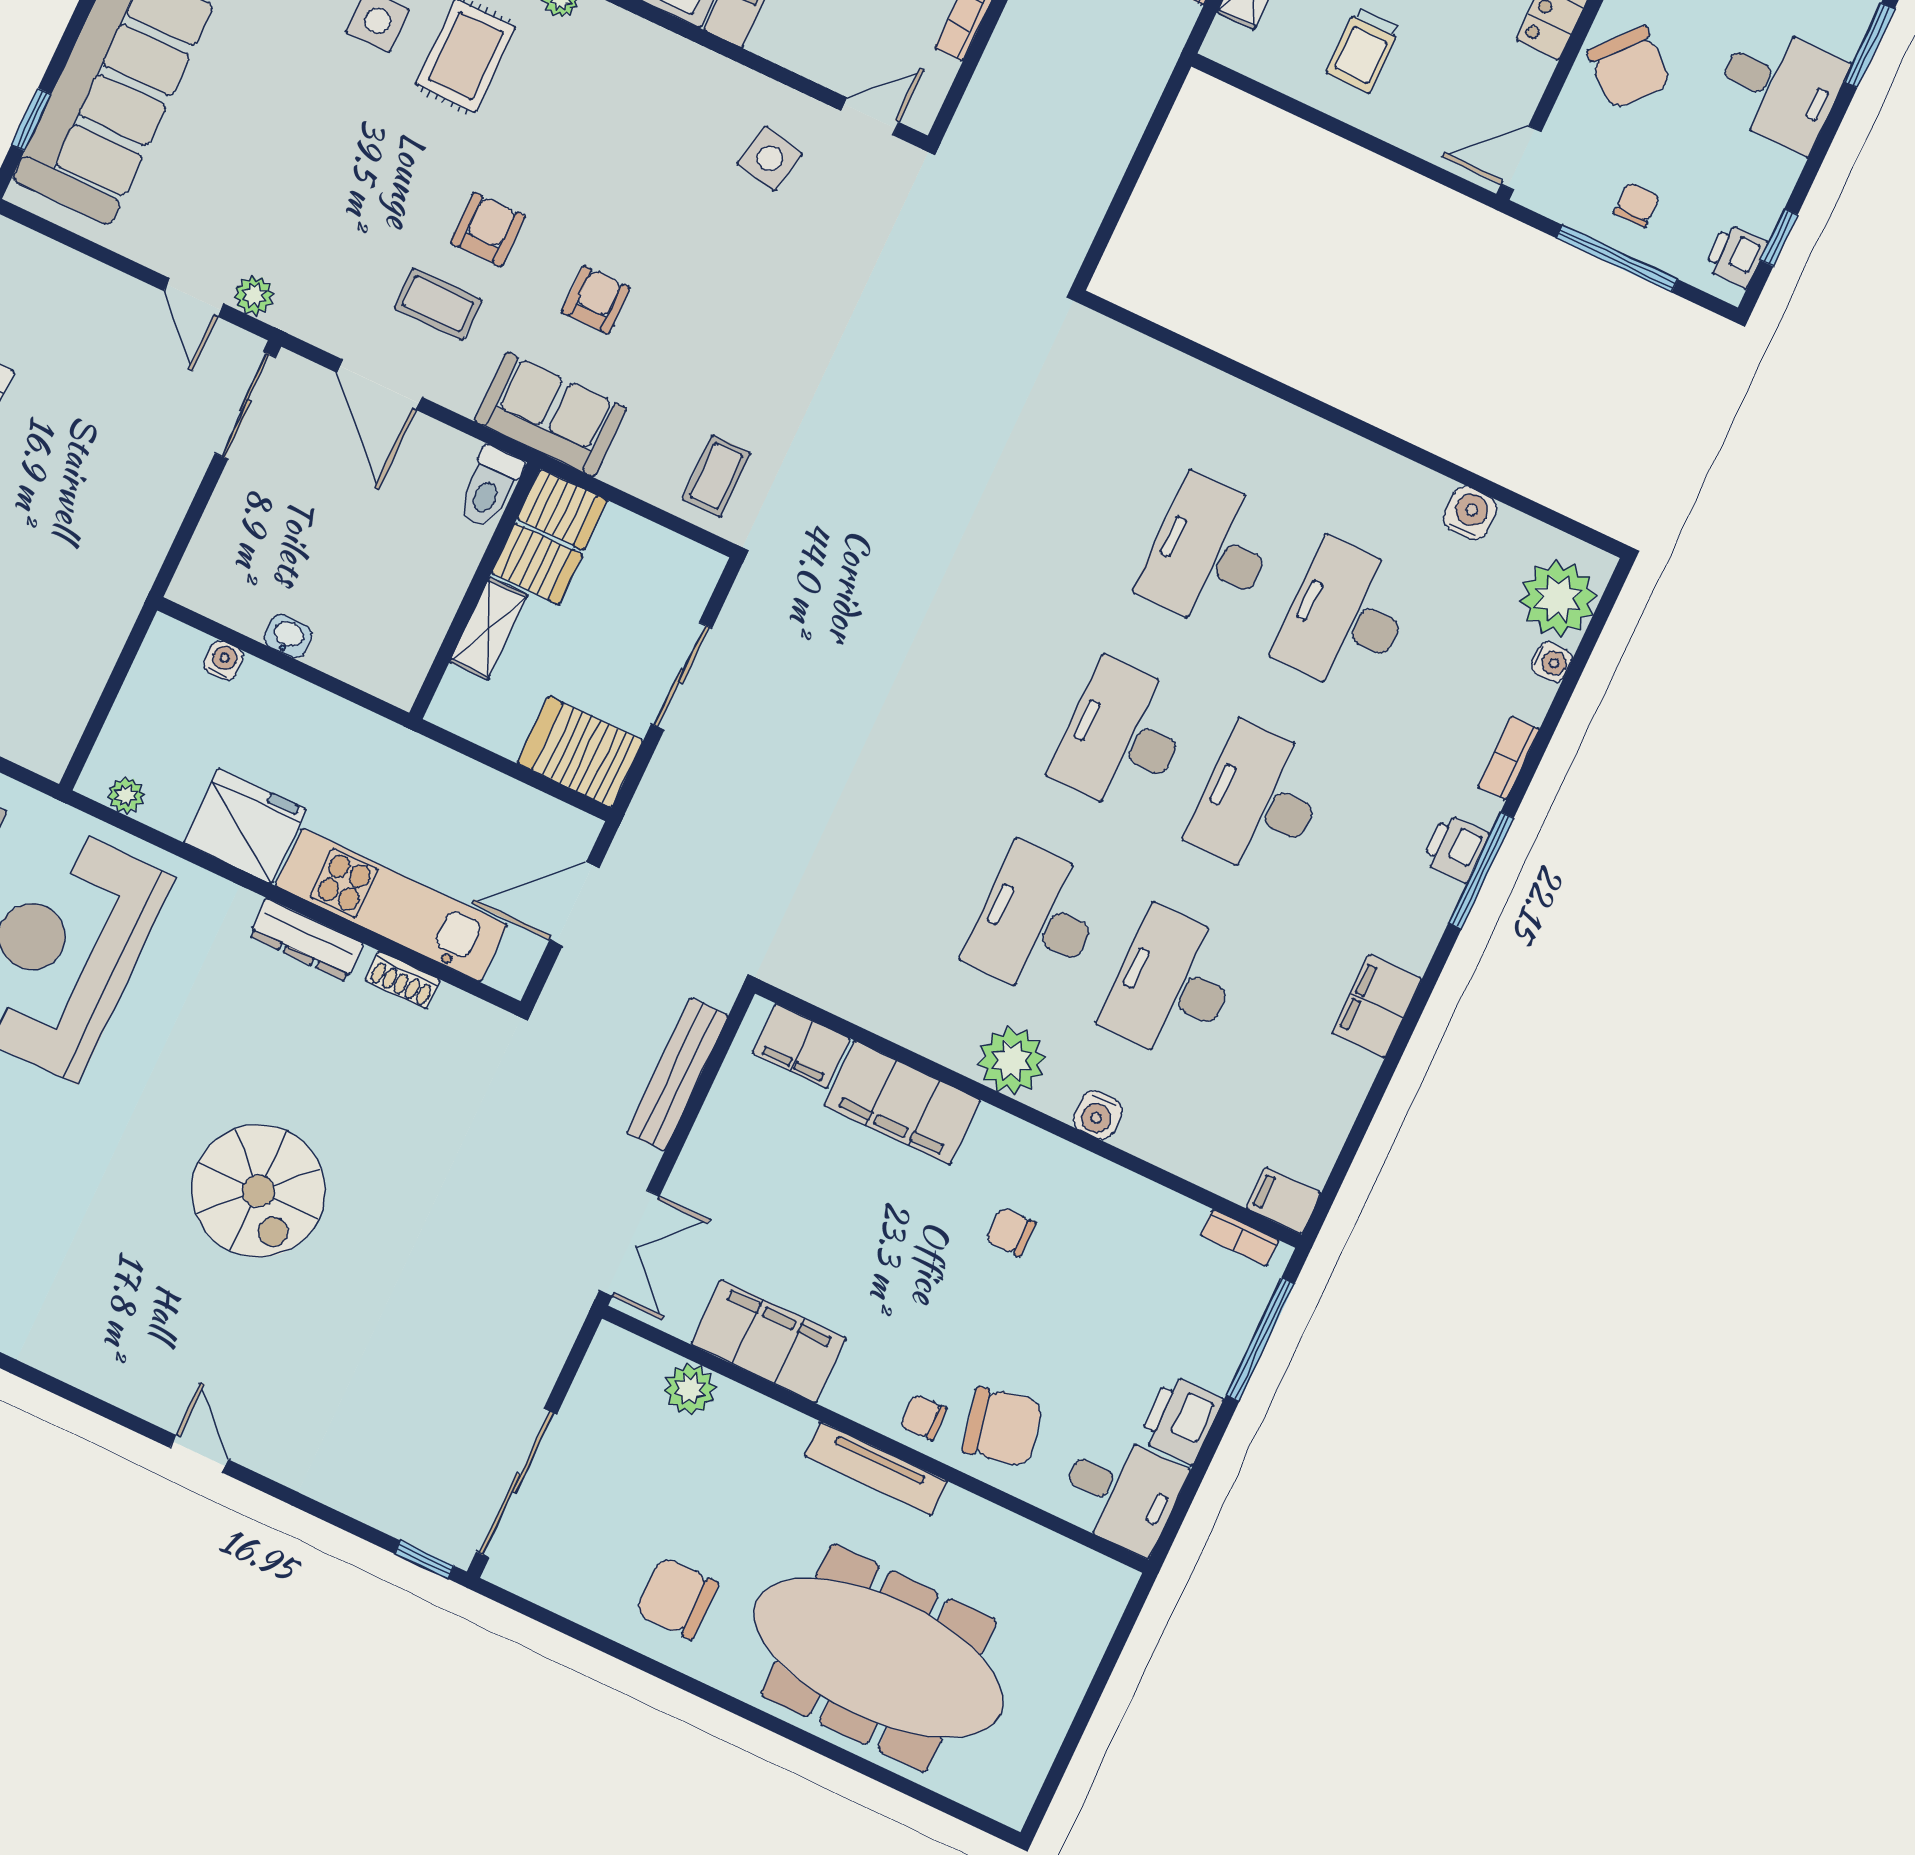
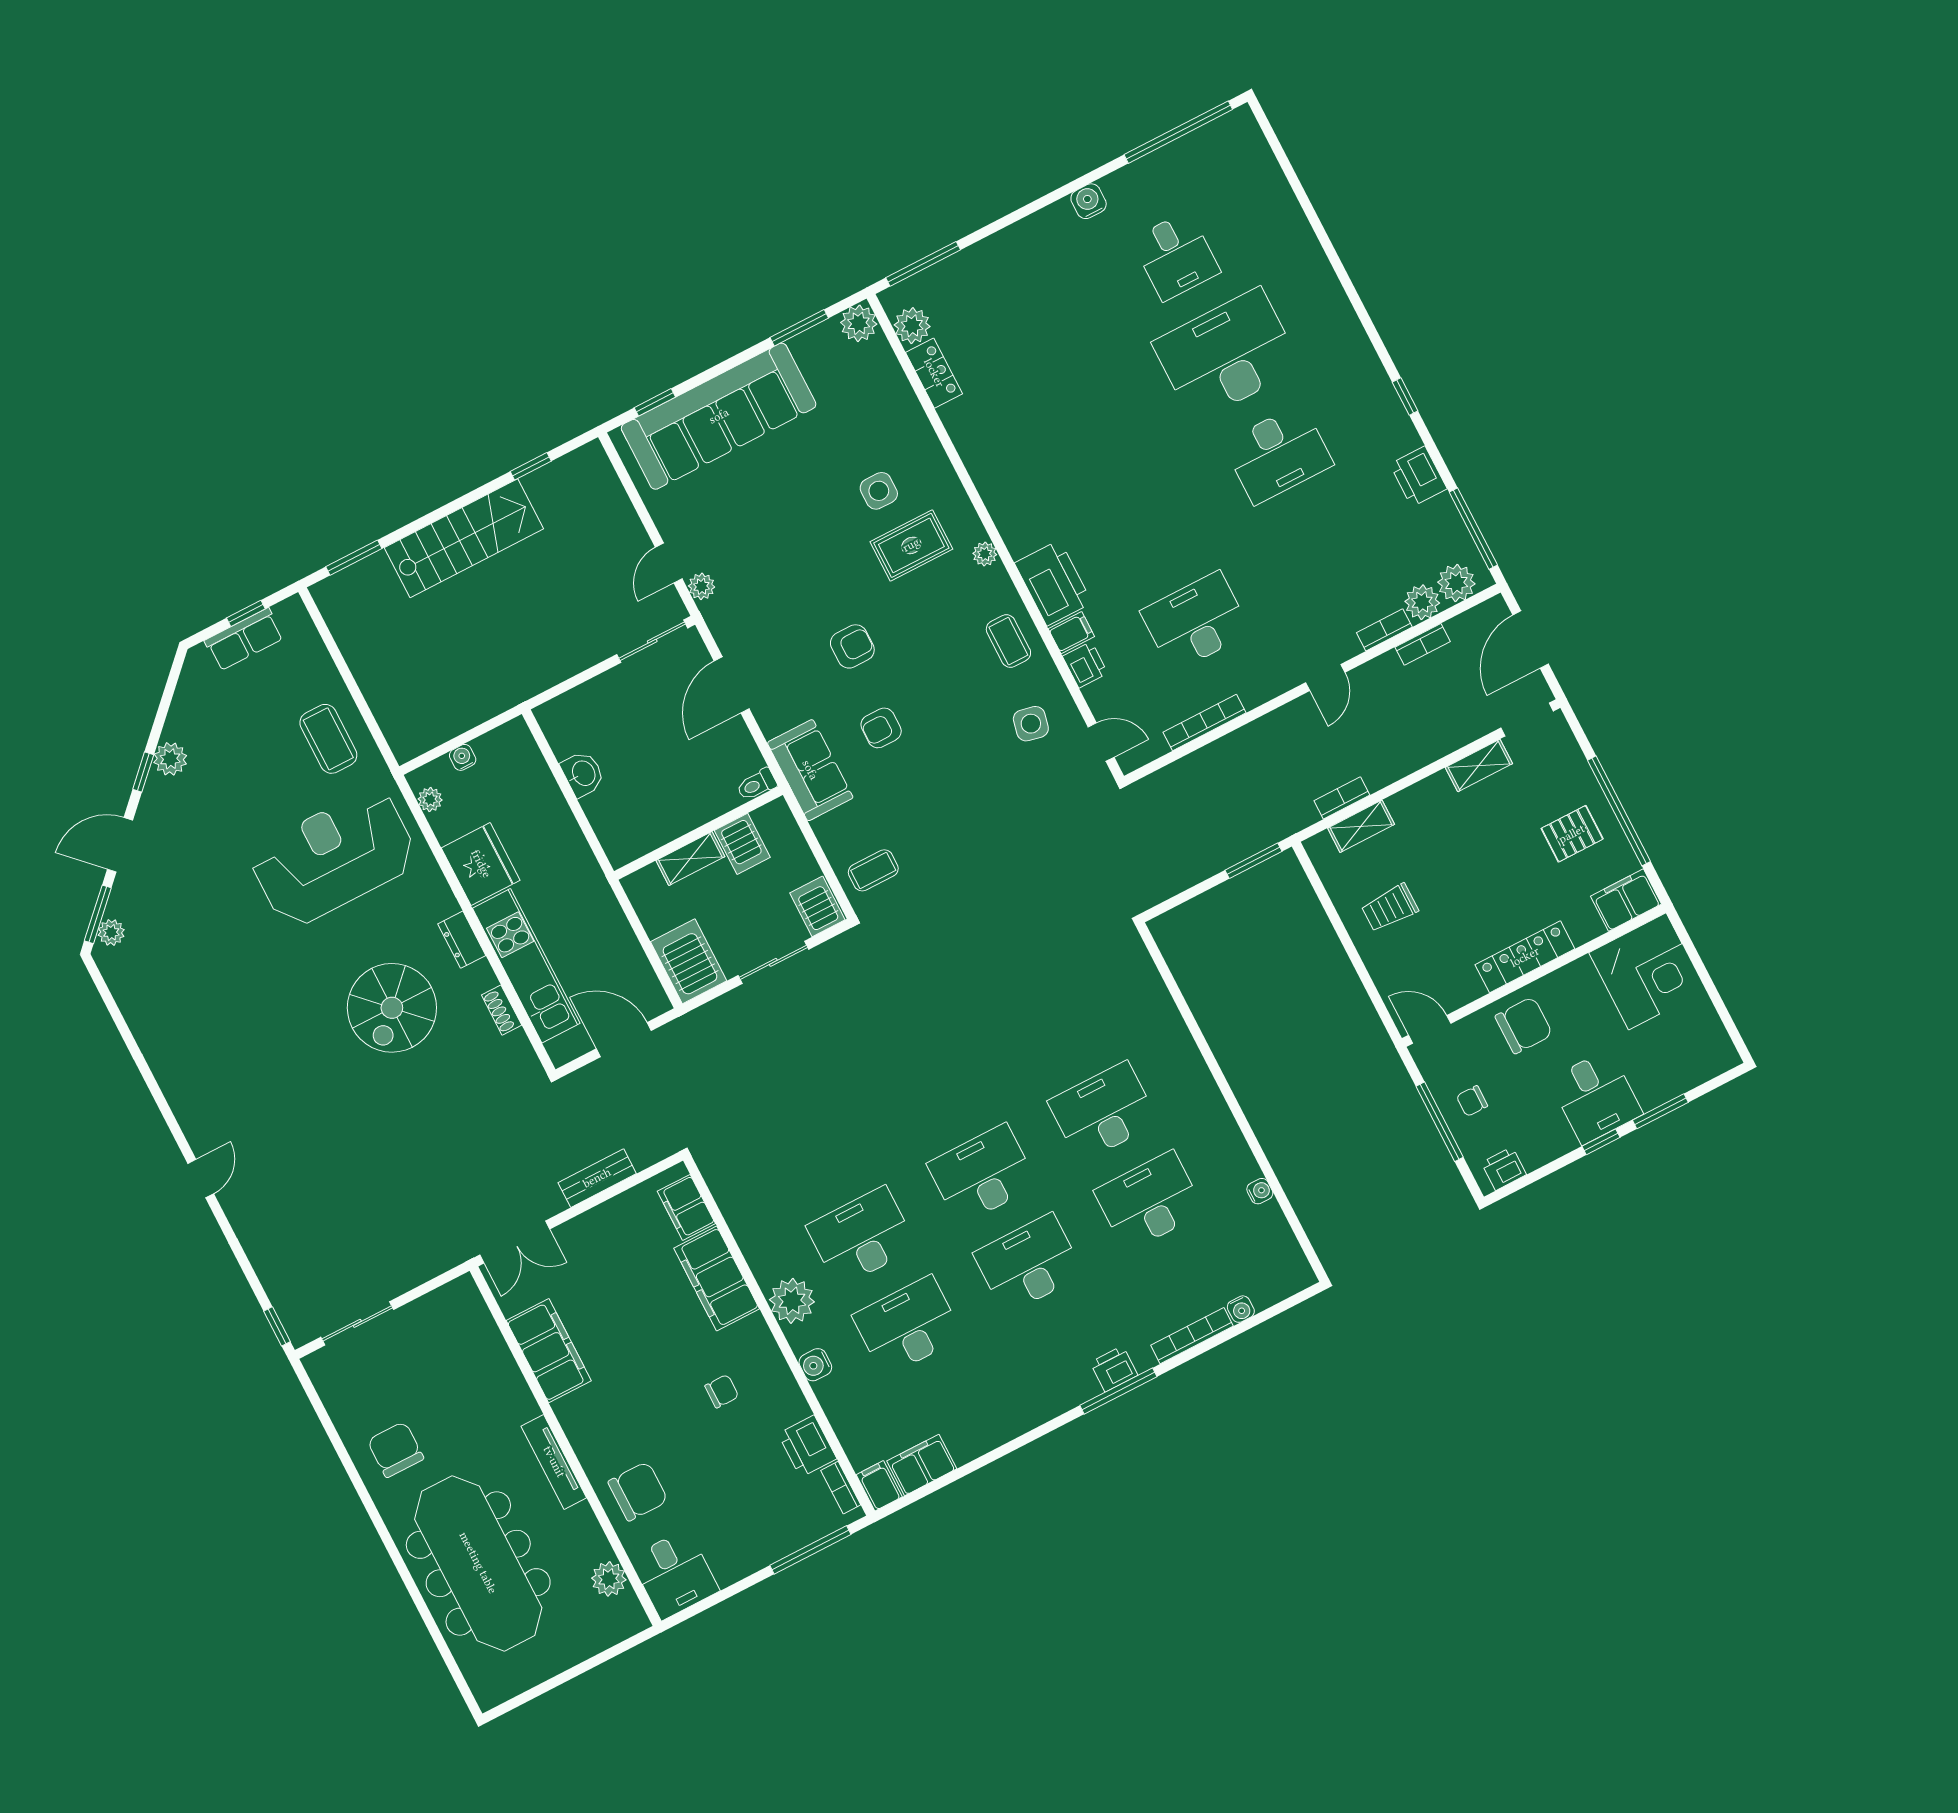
printer: (781, 39) -> (1085, 665), added
chair: (1629, 68) -> (1524, 1025), turned -131
window: (1159, 118) -> (1254, 861), added
chair: (1637, 205) -> (1472, 1101), turned 180
window: (1779, 238) -> (1601, 1142), moved
armchair: (596, 300) -> (881, 728), turned 180
coffee table: (438, 304) -> (1008, 641), moved
toilet: (490, 487) -> (757, 785), width x0.73, depth x0.72
server rack: (562, 509) -> (817, 906), moved, turned 180
water cooler: (1470, 513) -> (1260, 1191), width x0.72, depth x0.72
plant: (1558, 599) -> (1270, 1278), removed
washbasin: (288, 636) -> (583, 774), width x1.38, depth x1.45
water cooler: (223, 660) -> (463, 757), moved, turned -90
bookcase: (1509, 758) -> (1192, 1336), width x1.56
dresser: (306, 940) -> (462, 940), width x0.70
filing cabinet: (1377, 1006) -> (922, 1465), moved
bench: (678, 1074) -> (597, 1178), width x0.73
spiral stairs: (258, 1191) -> (392, 1008), moved
chair: (1011, 1232) -> (722, 1391), turned 90
plant: (690, 1389) -> (609, 1579), moved
chair: (923, 1417) -> (600, 1454), removed
printer: (1181, 1420) -> (807, 1446), moved, turned -90
chair: (1002, 1427) -> (638, 1491), turned -78
sliding door: (516, 1483) -> (357, 1323), width x0.73

